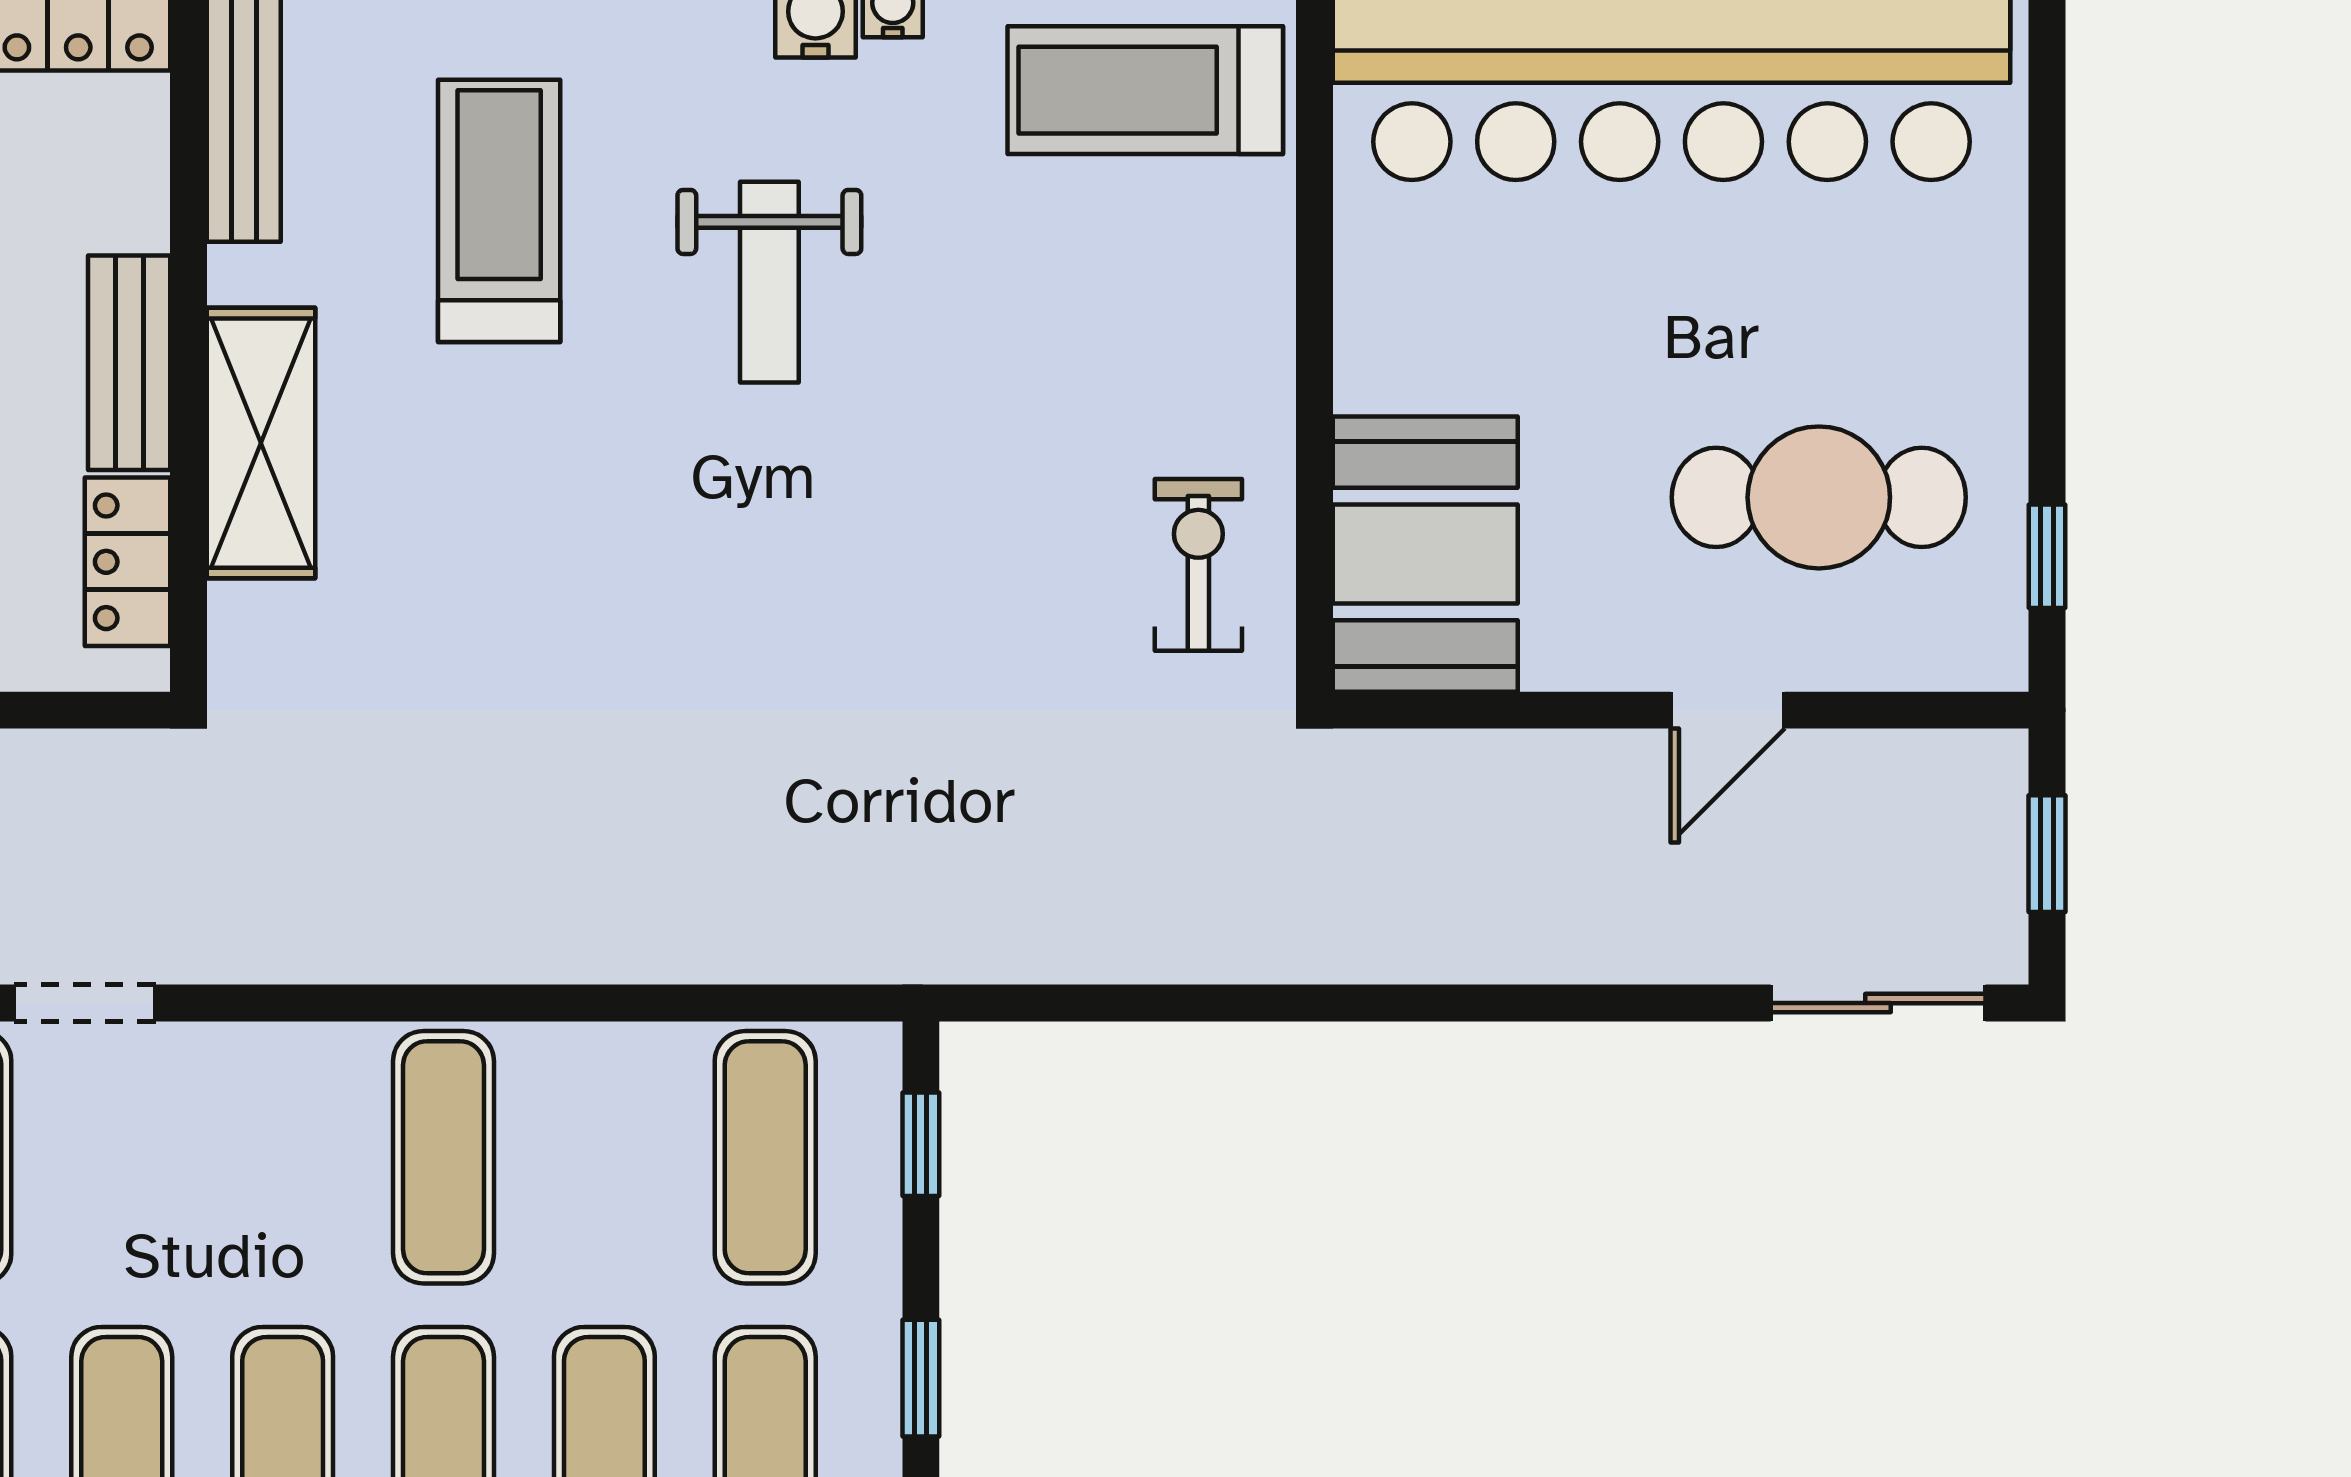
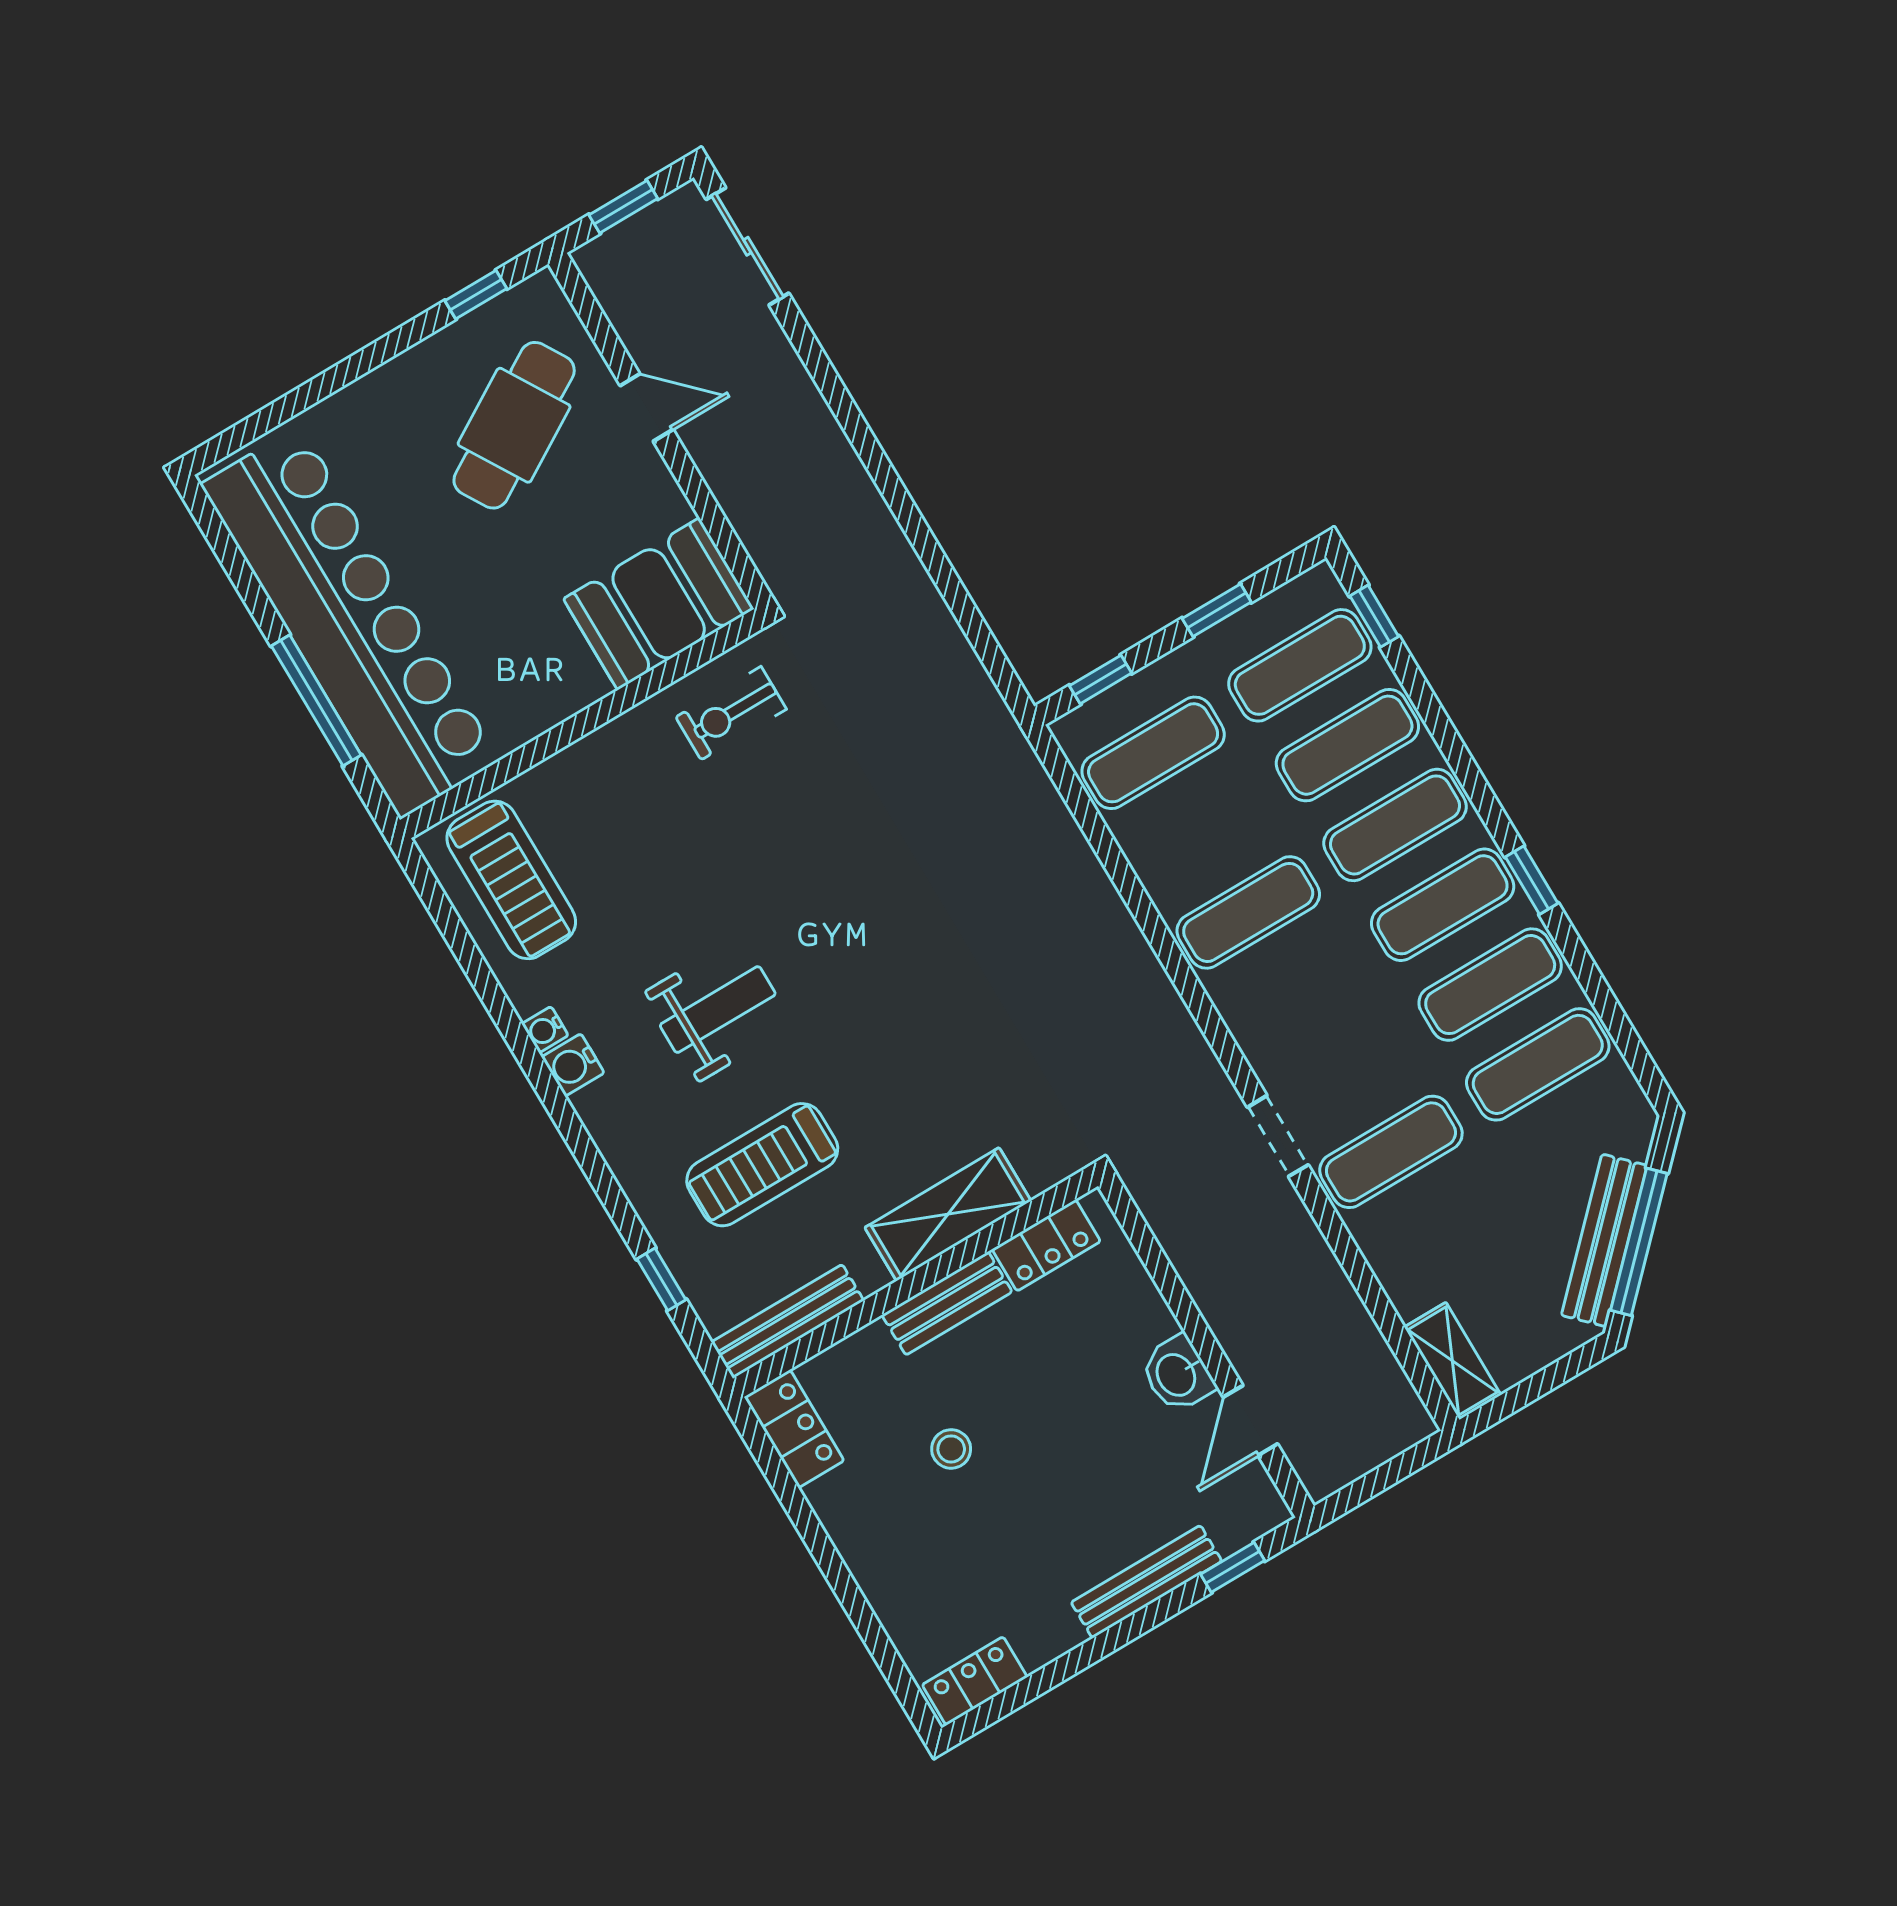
cafe table: (1819, 497) -> (514, 425), turned 59

